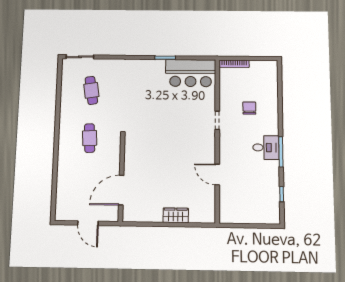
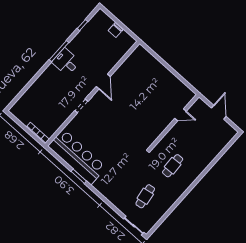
bar counter: (191, 73) -> (77, 157), width x1.36
chair: (249, 108) -> (115, 30), moved
door: (217, 175) -> (103, 82), moved
door: (121, 190) -> (181, 115), width x0.53
wardrobe: (176, 215) -> (160, 70), removed

